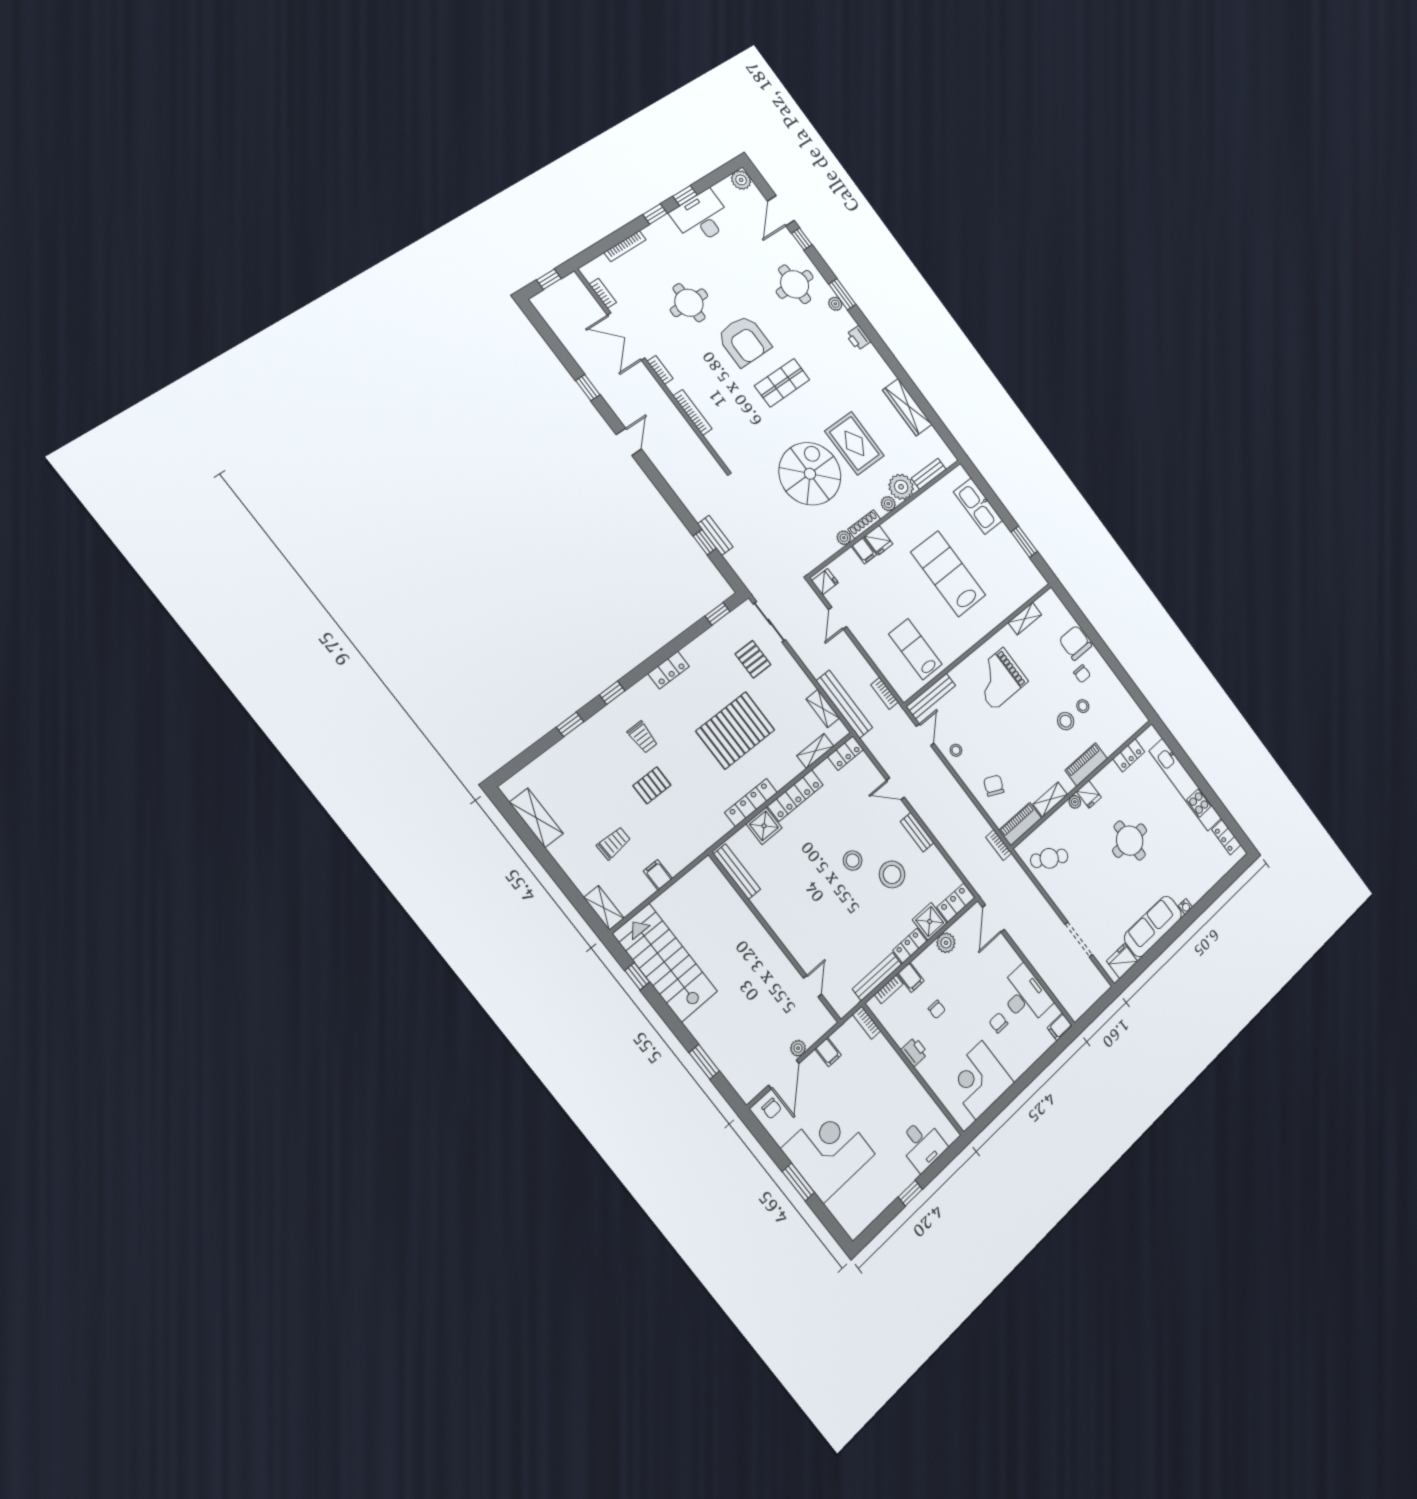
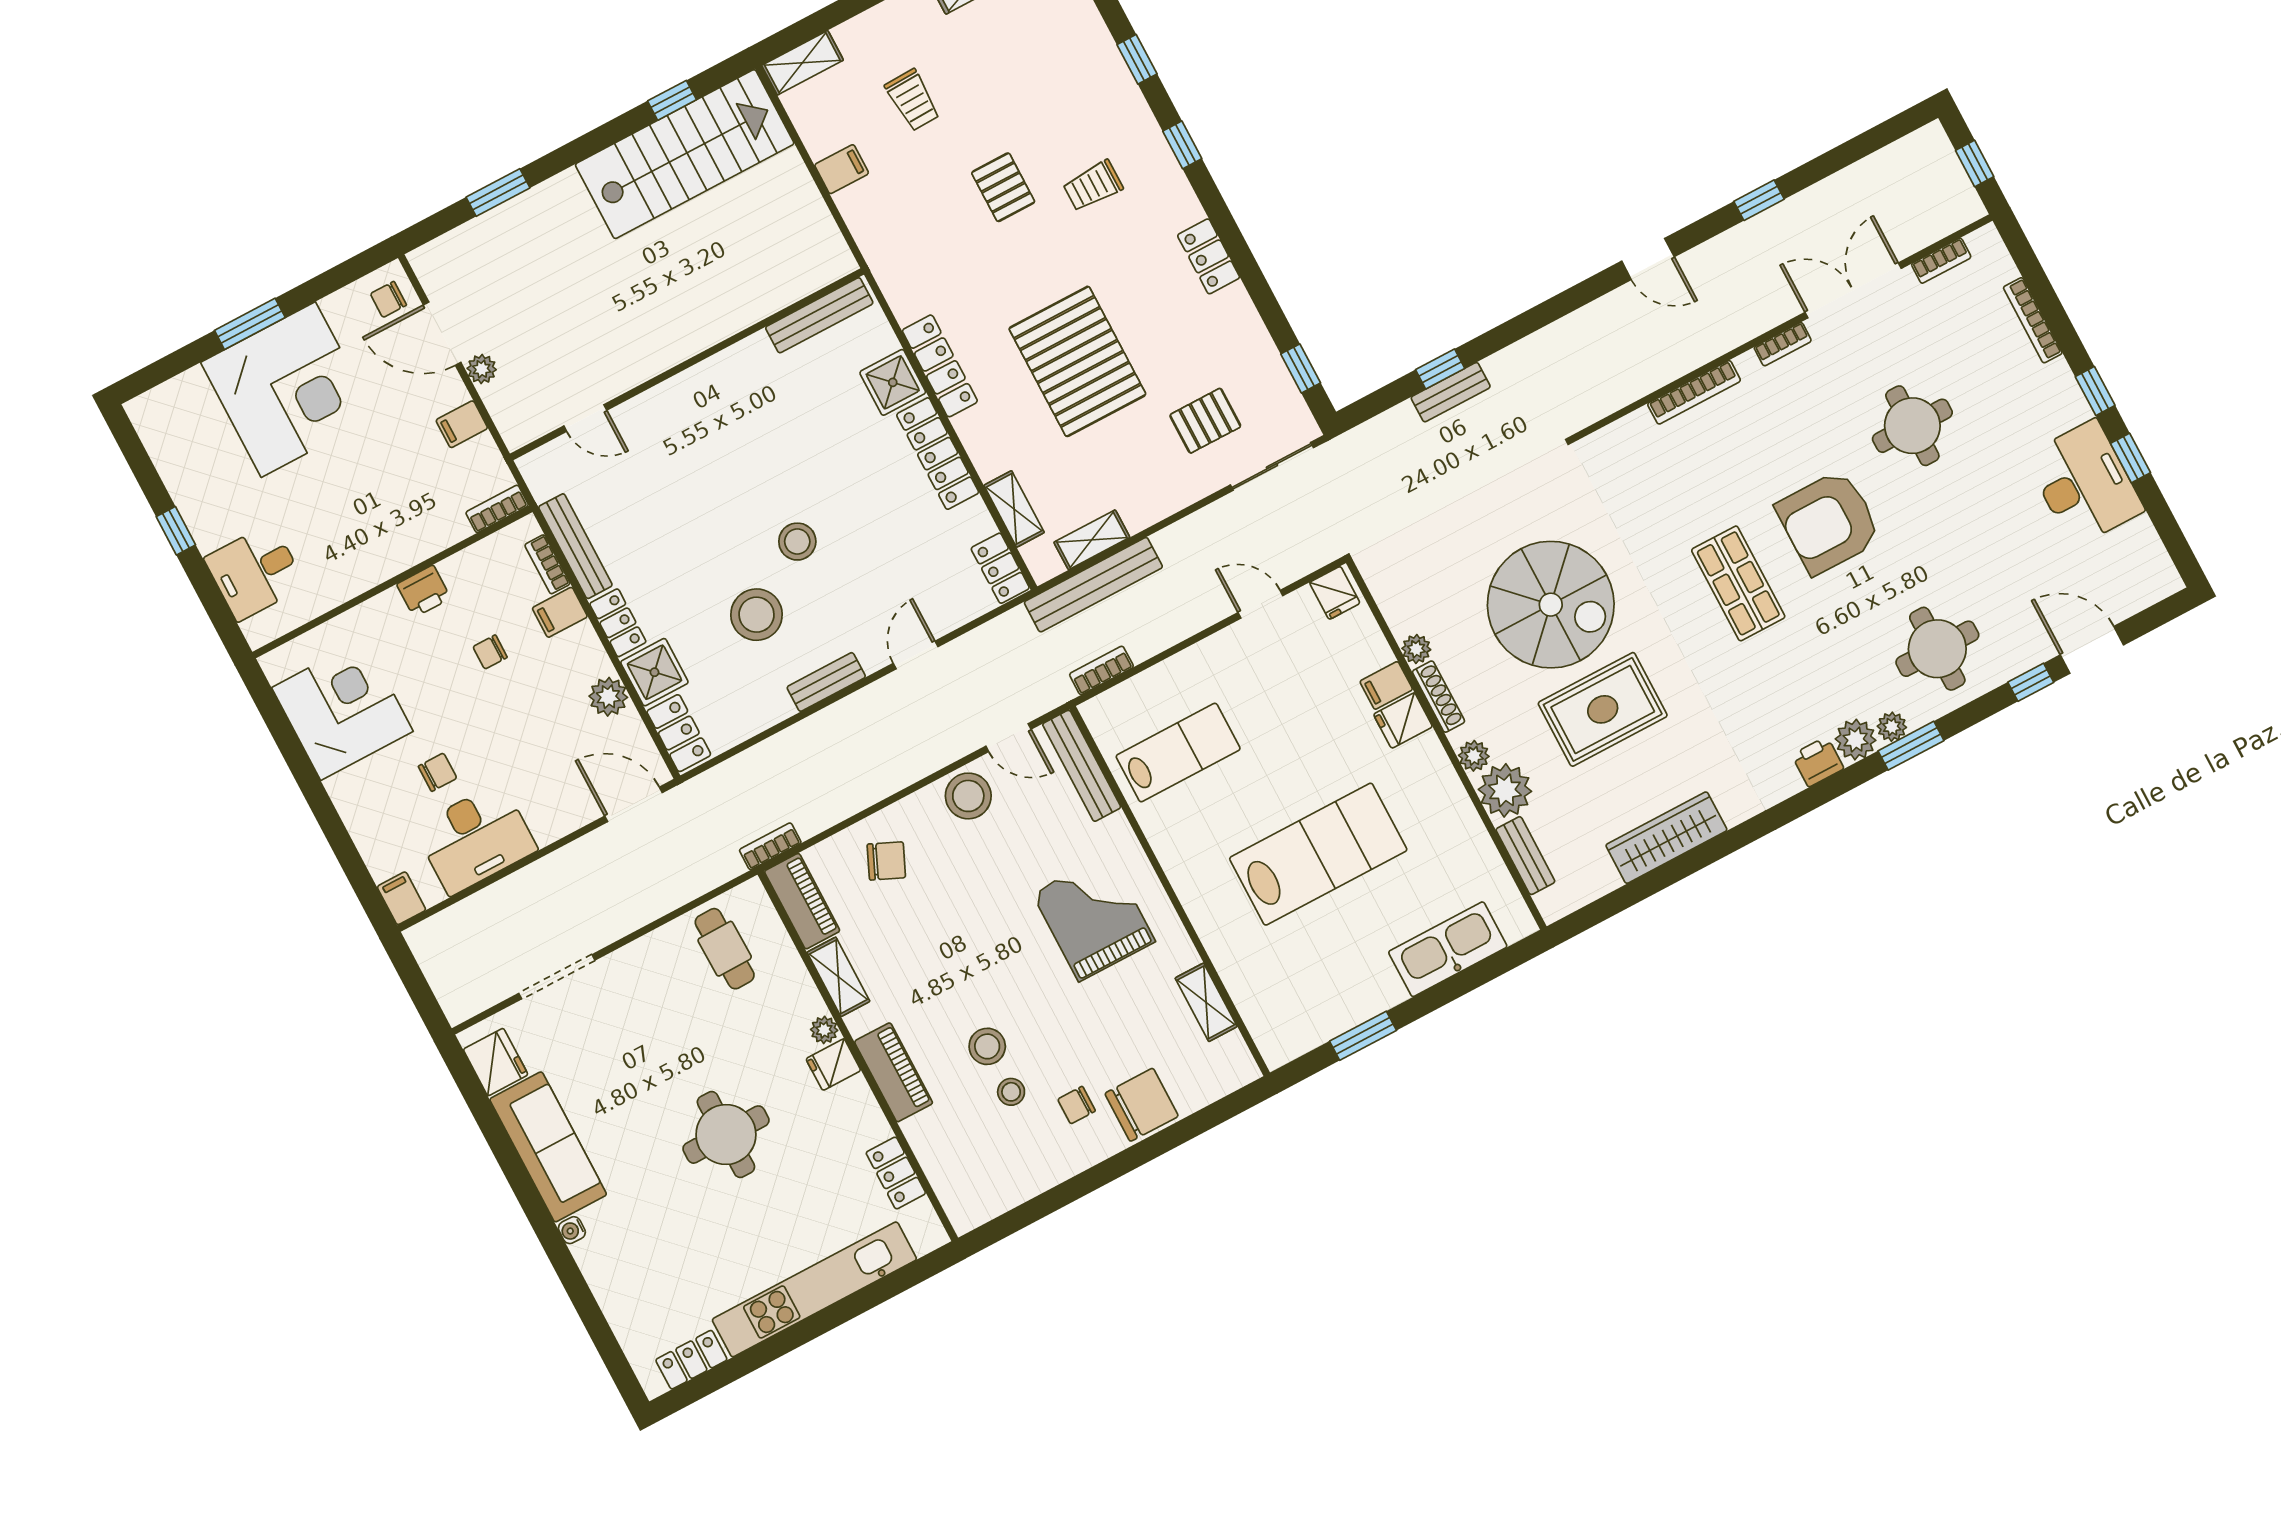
plant: (741, 180) -> (1856, 740), moved
stool: (956, 750) -> (968, 796), width x1.89, depth x1.89
cafe table: (1049, 858) -> (725, 949), turned -30

